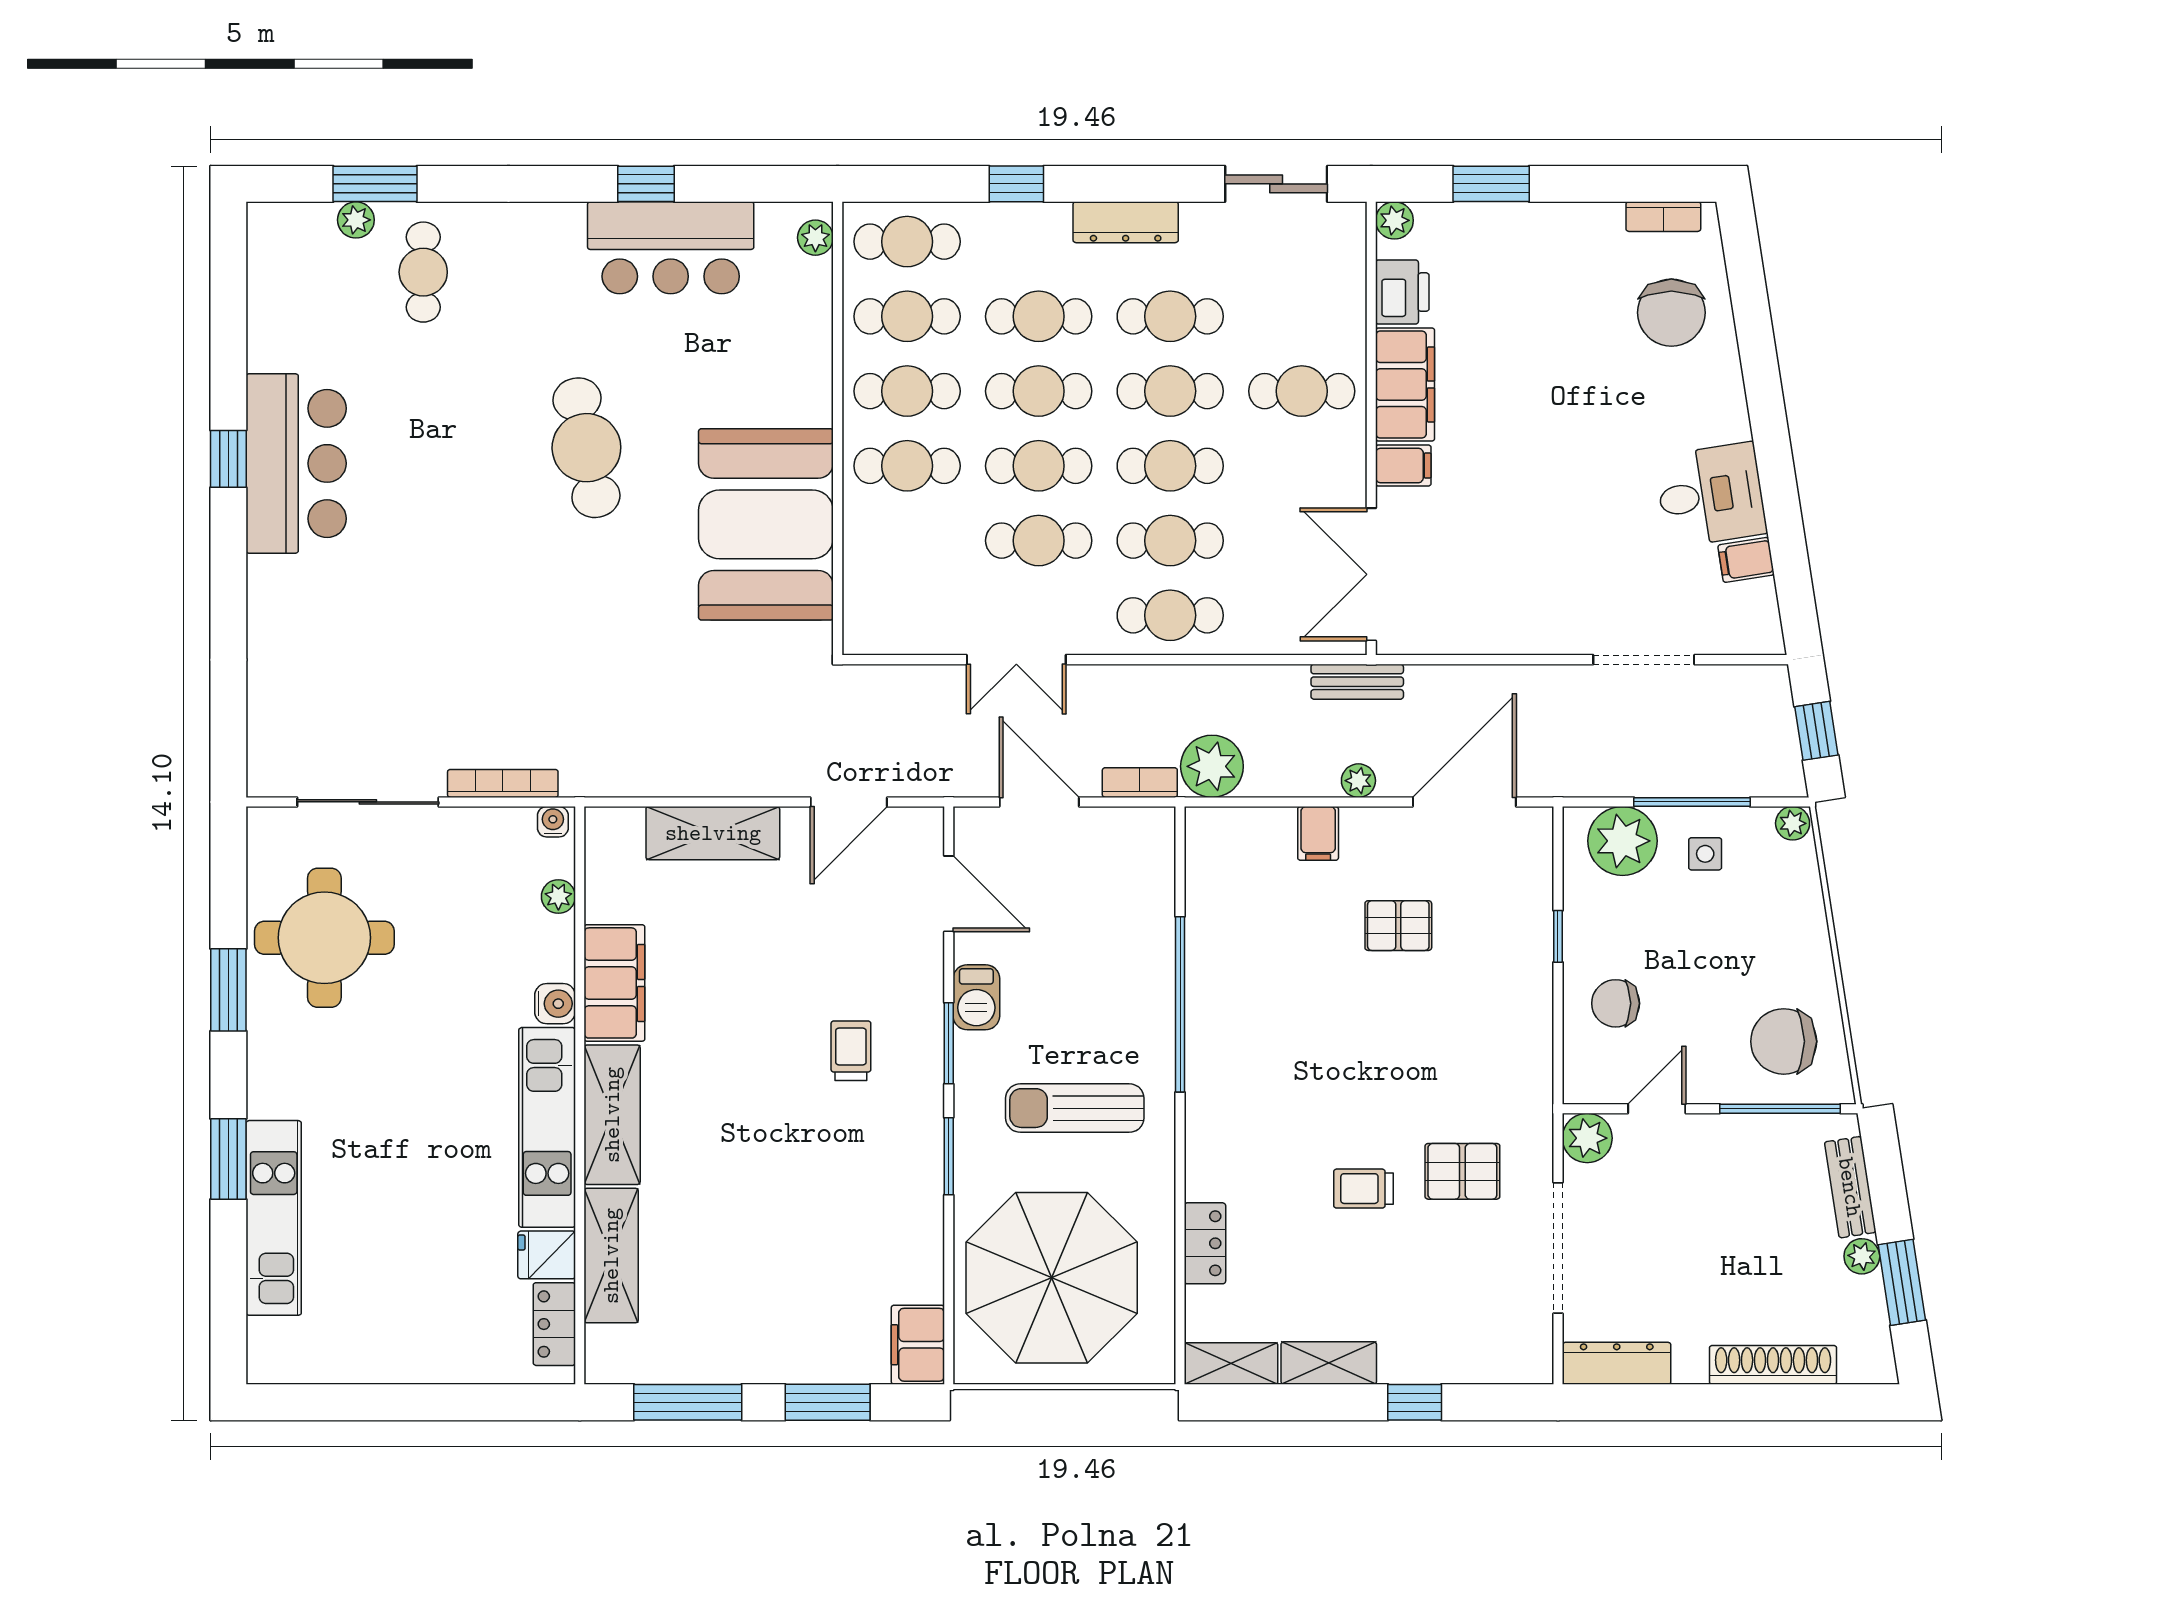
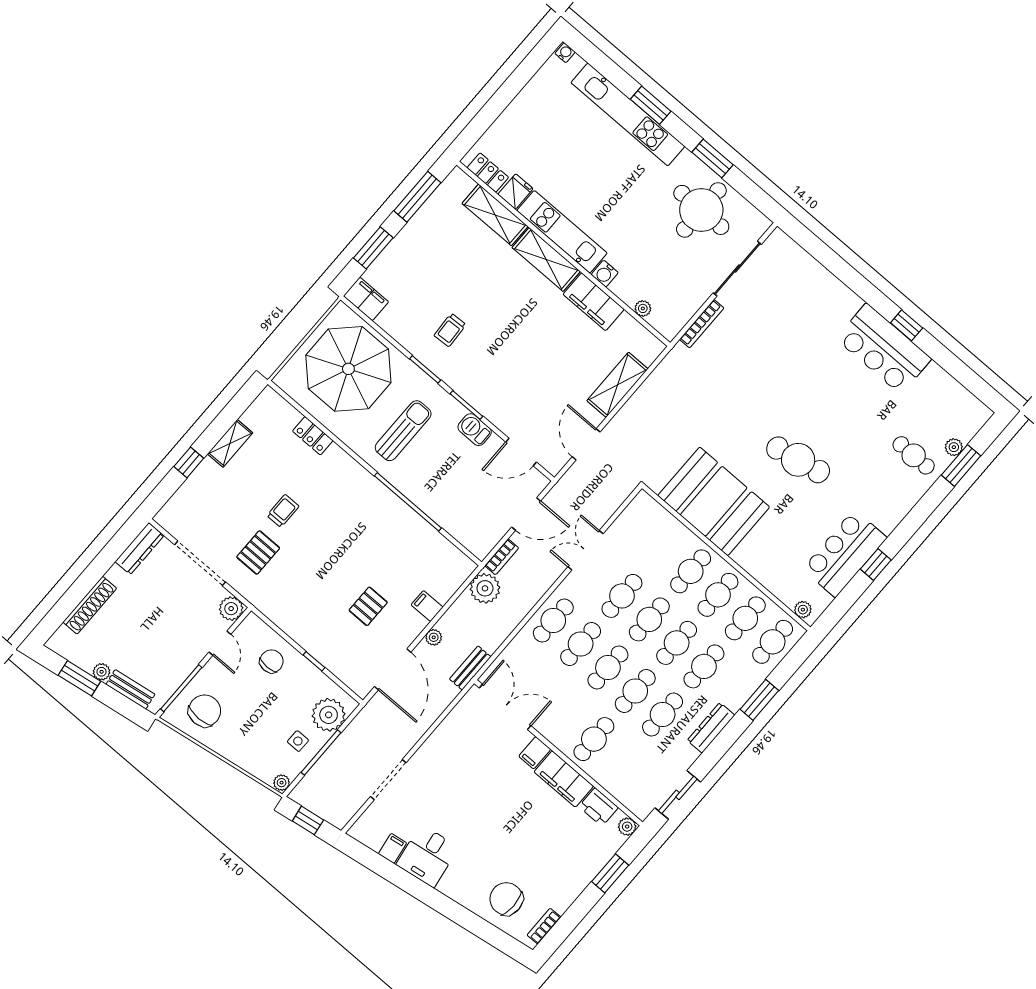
window: (1016, 184) -> (759, 700), width x1.50
water cooler: (553, 822) -> (565, 53), moved, turned -90
trolley: (851, 1051) -> (450, 330), moved, turned 87
kitchen unit: (274, 1218) -> (628, 114), width x1.36
shelving: (1231, 1363) -> (261, 408), removed

